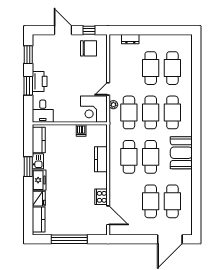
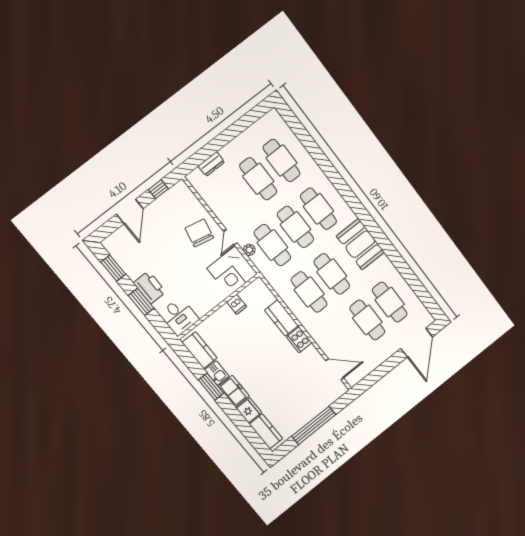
door: (63, 30) -> (130, 211), swing flipped
chair: (89, 48) -> (199, 233), moved, turned -78
cooker: (101, 197) -> (299, 340), moved

